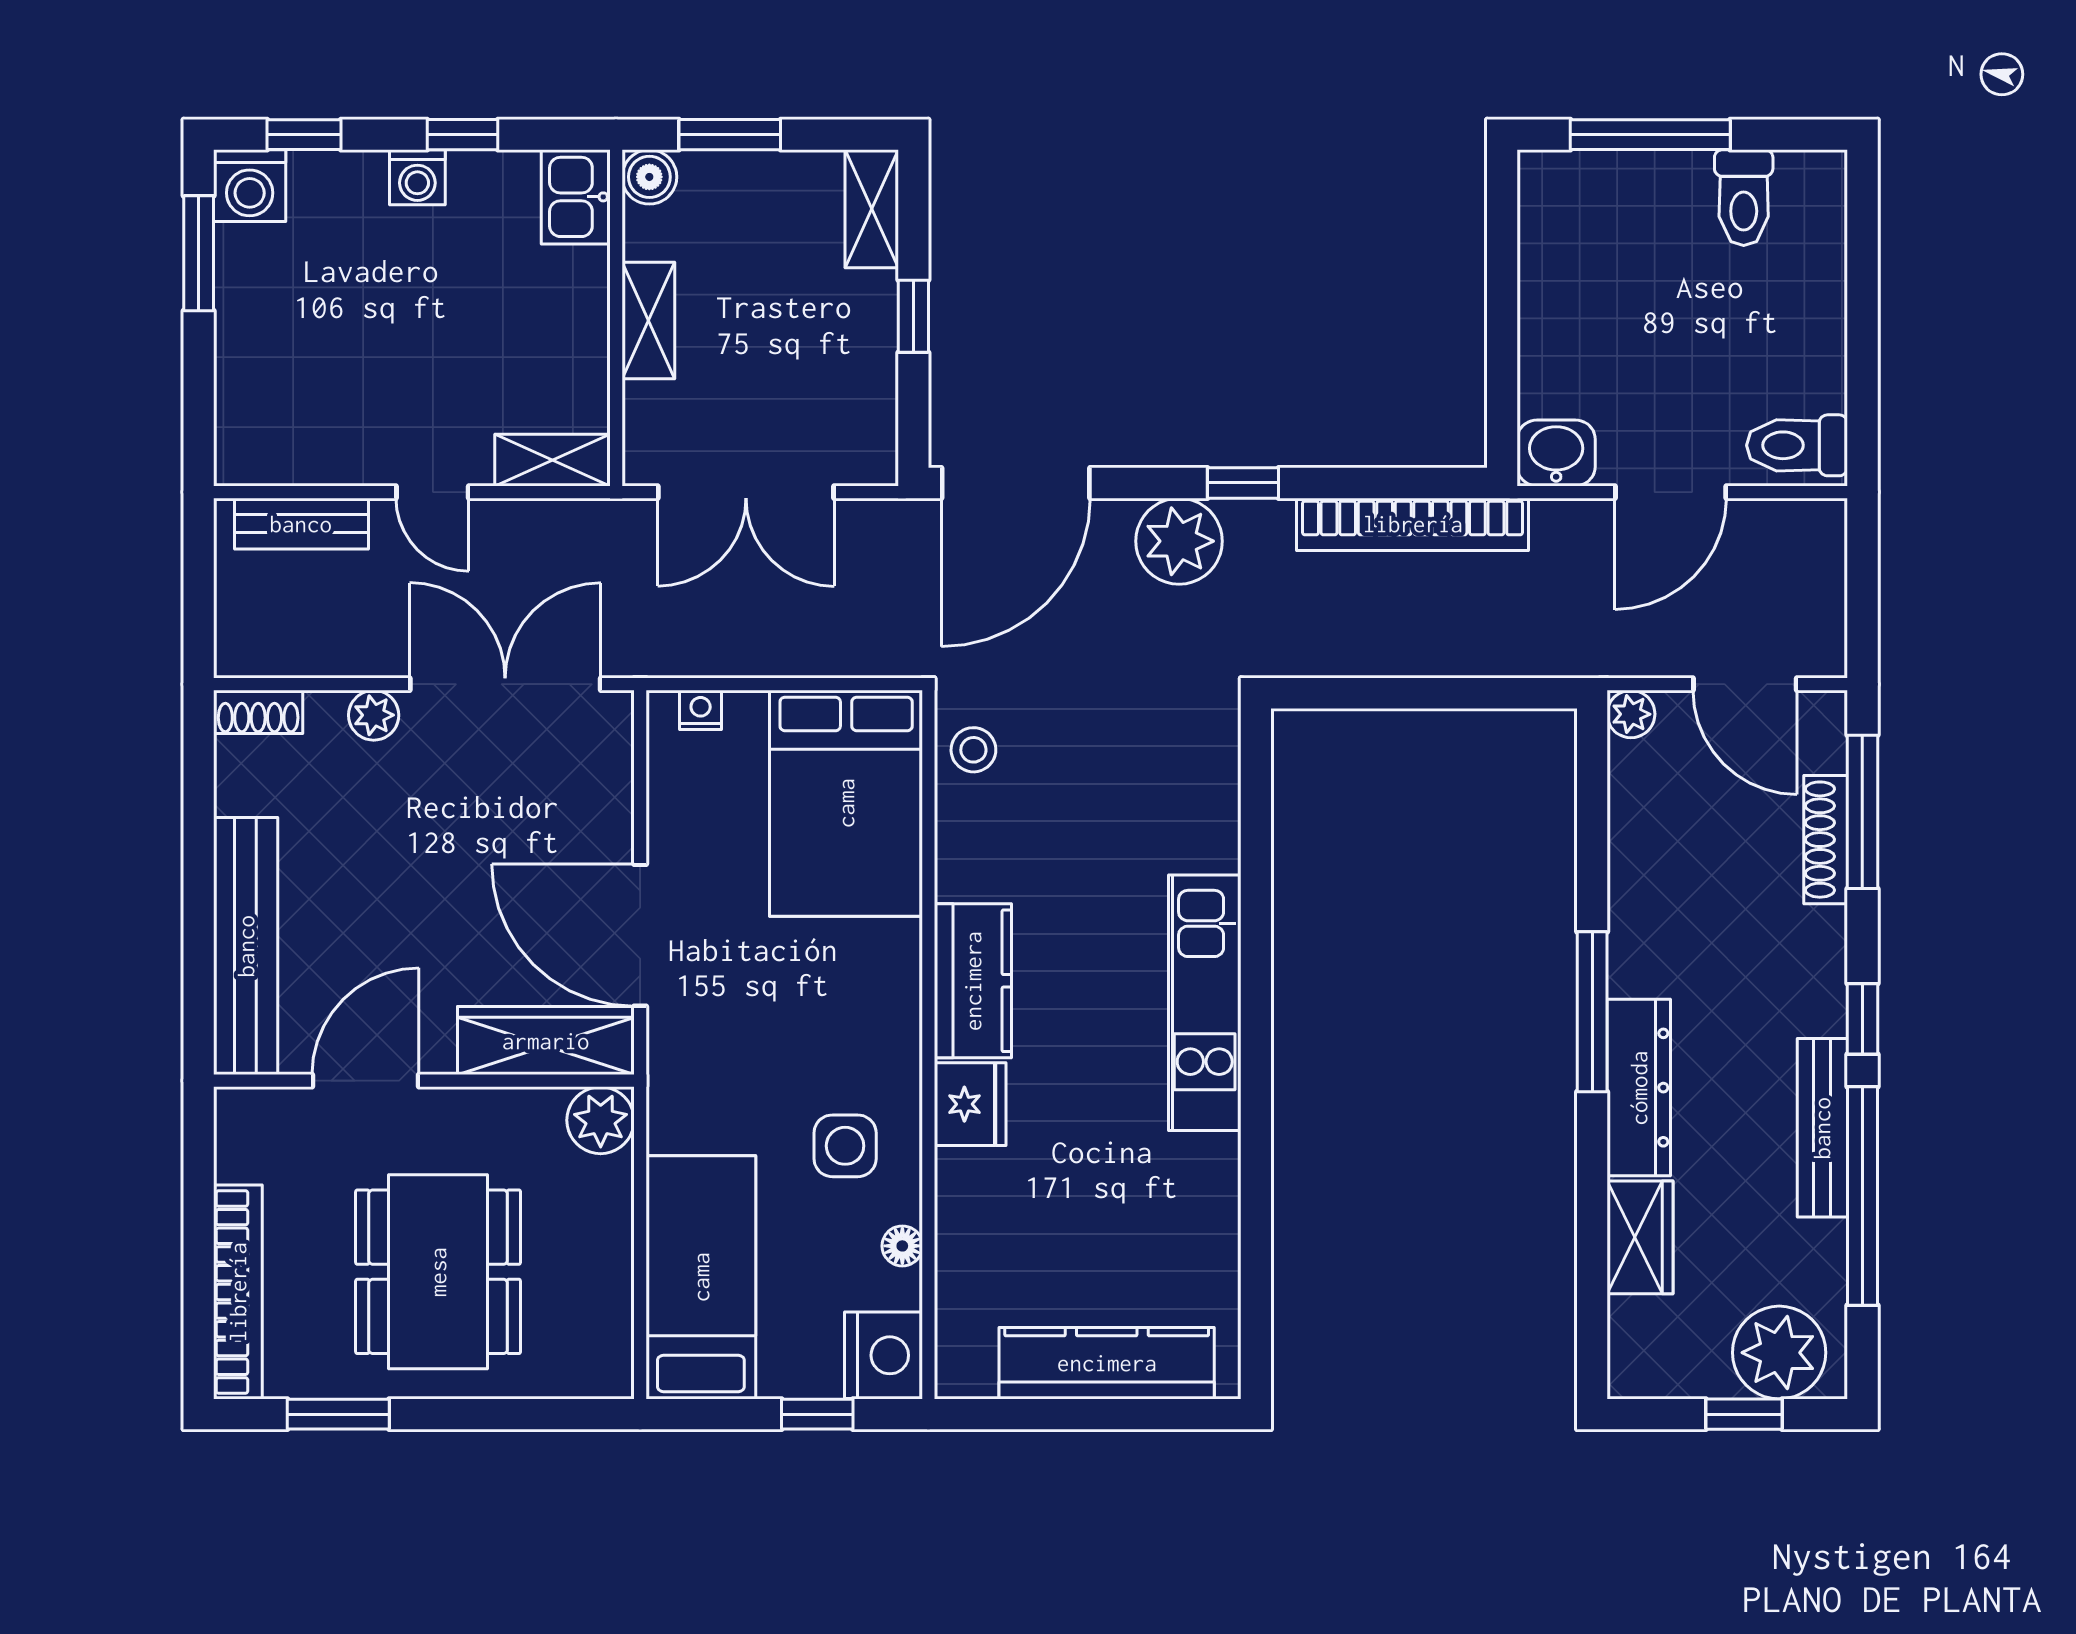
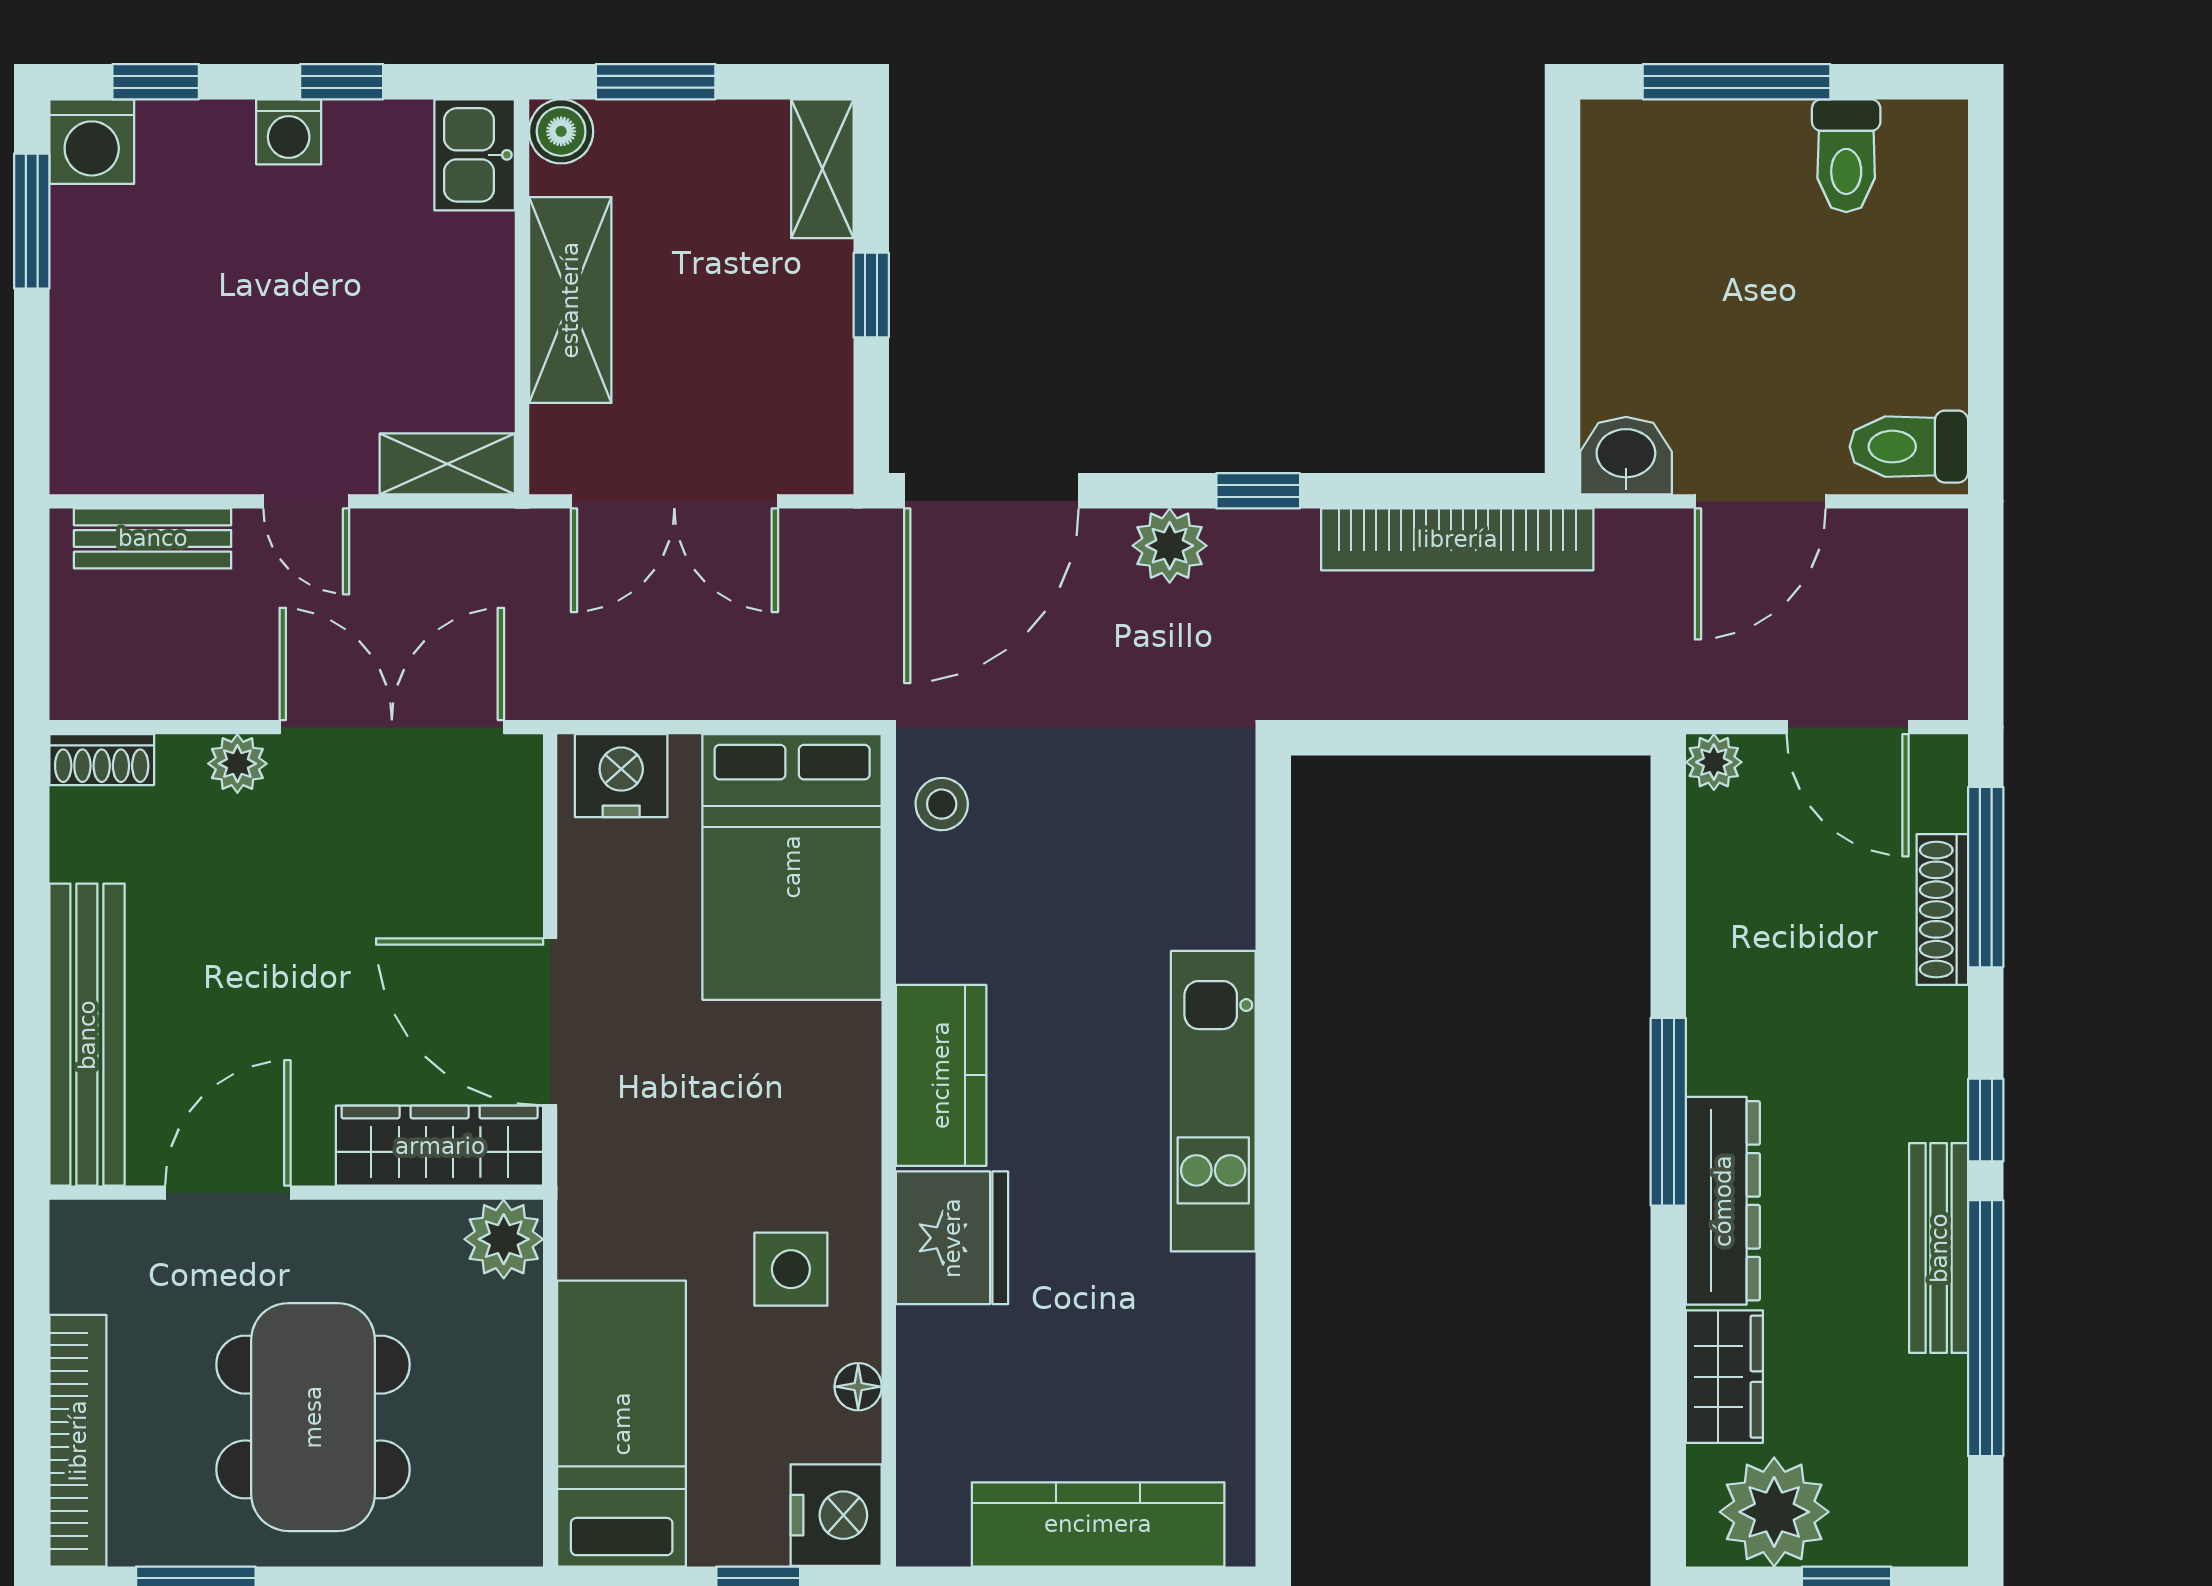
shelving: (648, 321) -> (570, 300), width x1.50, depth x1.33
plant: (1179, 541) -> (1170, 546), width x0.73, depth x0.73
nightstand: (701, 710) -> (621, 776), width x1.89, depth x1.79
fridge: (970, 1104) -> (952, 1238), width x1.36, depth x1.34
plant: (1779, 1353) -> (1774, 1512), moved

